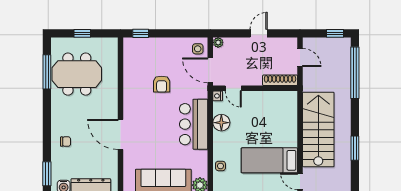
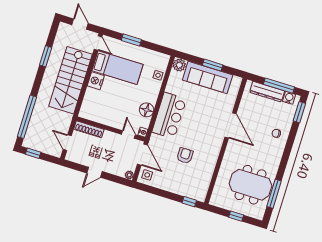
nightstand: (289, 138) -> (96, 81), added

